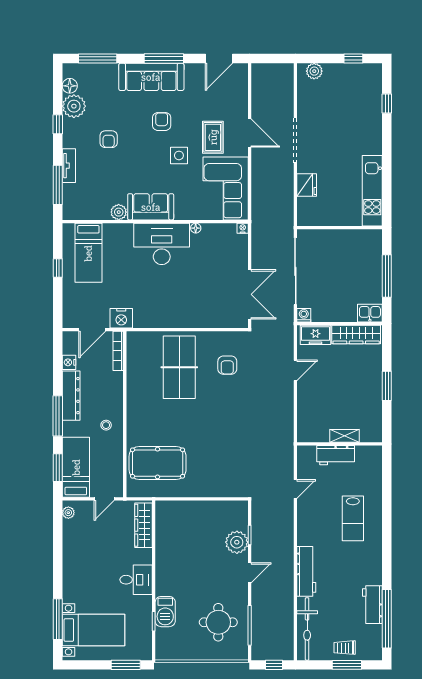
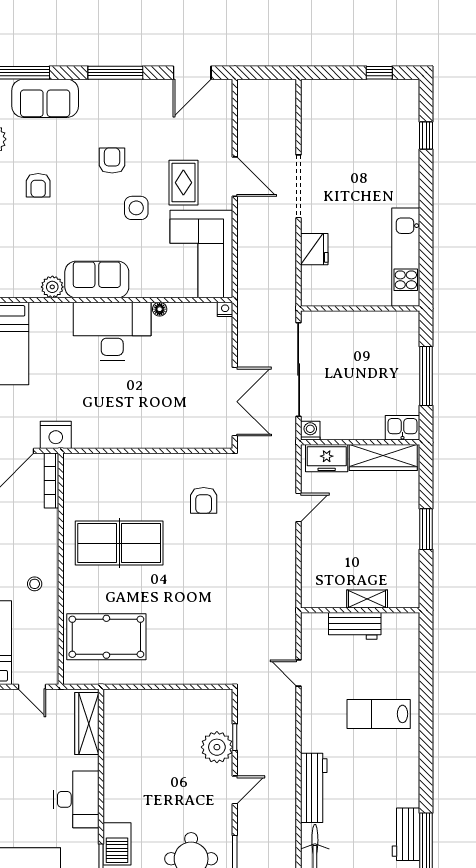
plant: (314, 71) -> (325, 90), removed
sofa: (151, 77) -> (45, 98), moved, width x0.73
table tennis table: (179, 367) -> (119, 543), moved, turned 90
door: (295, 489) -> (299, 673), swing flipped
door: (104, 499) -> (32, 687), hinge flipped
lab bench: (353, 518) -> (379, 714), turned 90
desk: (136, 580) -> (76, 799), width x1.37

